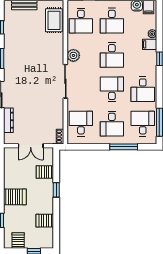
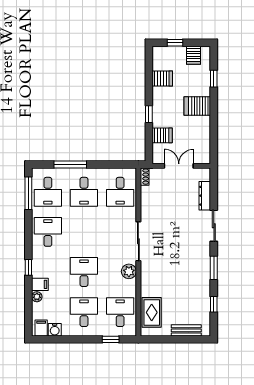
desk: (112, 89) -> (84, 232), removed
desk: (112, 124) -> (84, 192), turned 180

